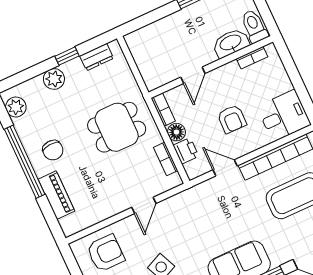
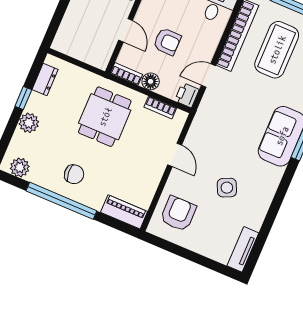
armchair: (232, 119) -> (167, 42), moved
printer: (186, 151) -> (187, 95), moved, turned -90
piano: (56, 195) -> (124, 212), moved

